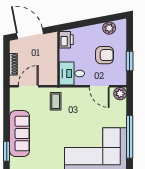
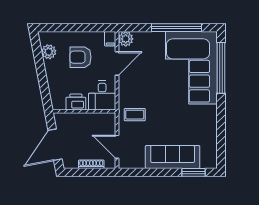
printer: (66, 40) -> (76, 102), moved
armchair: (105, 55) -> (80, 57), turned -90
window: (130, 61) -> (87, 28), removed
filing cabinet: (120, 80) -> (110, 39), added

